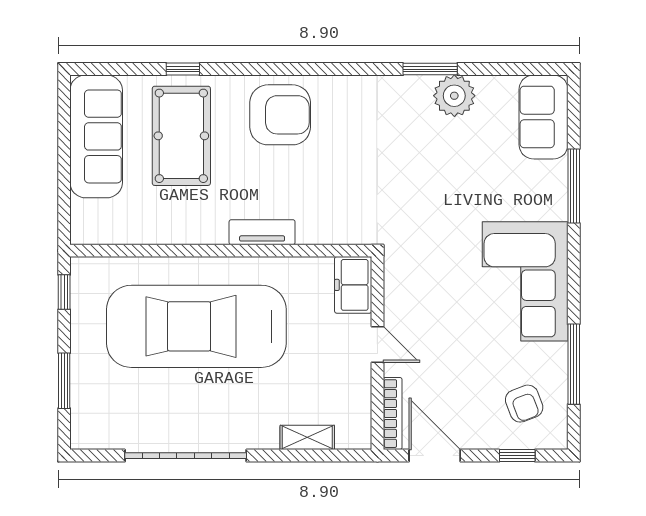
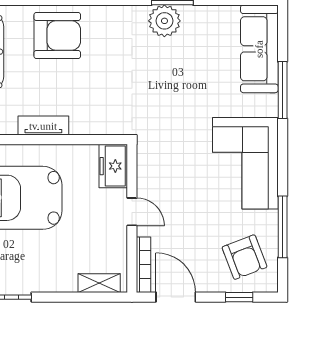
plant: (454, 96) -> (164, 21), moved
sofa: (544, 117) -> (259, 49), width x1.36
armchair: (524, 404) -> (244, 257), width x1.38, depth x1.38
shelving: (307, 437) -> (99, 283), moved

